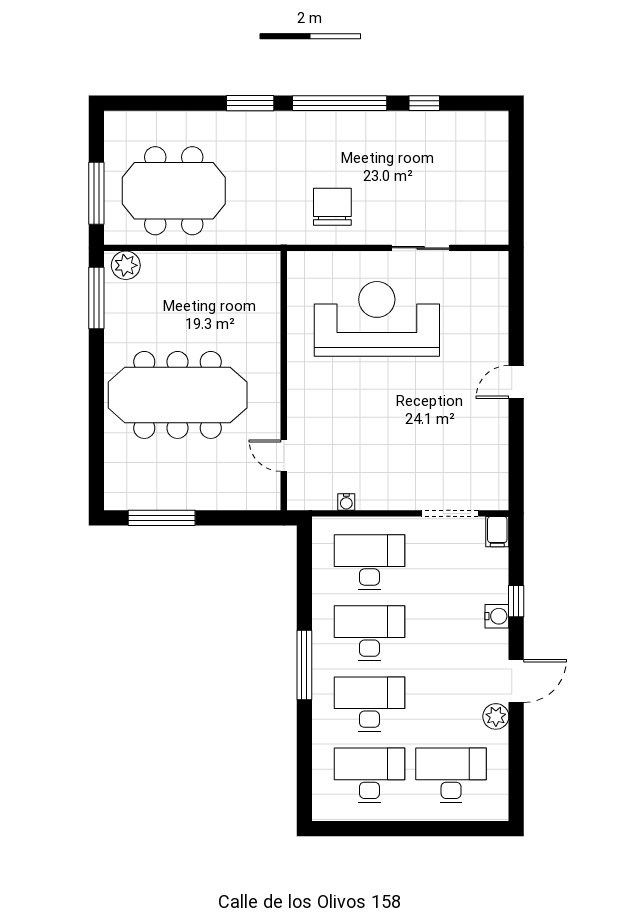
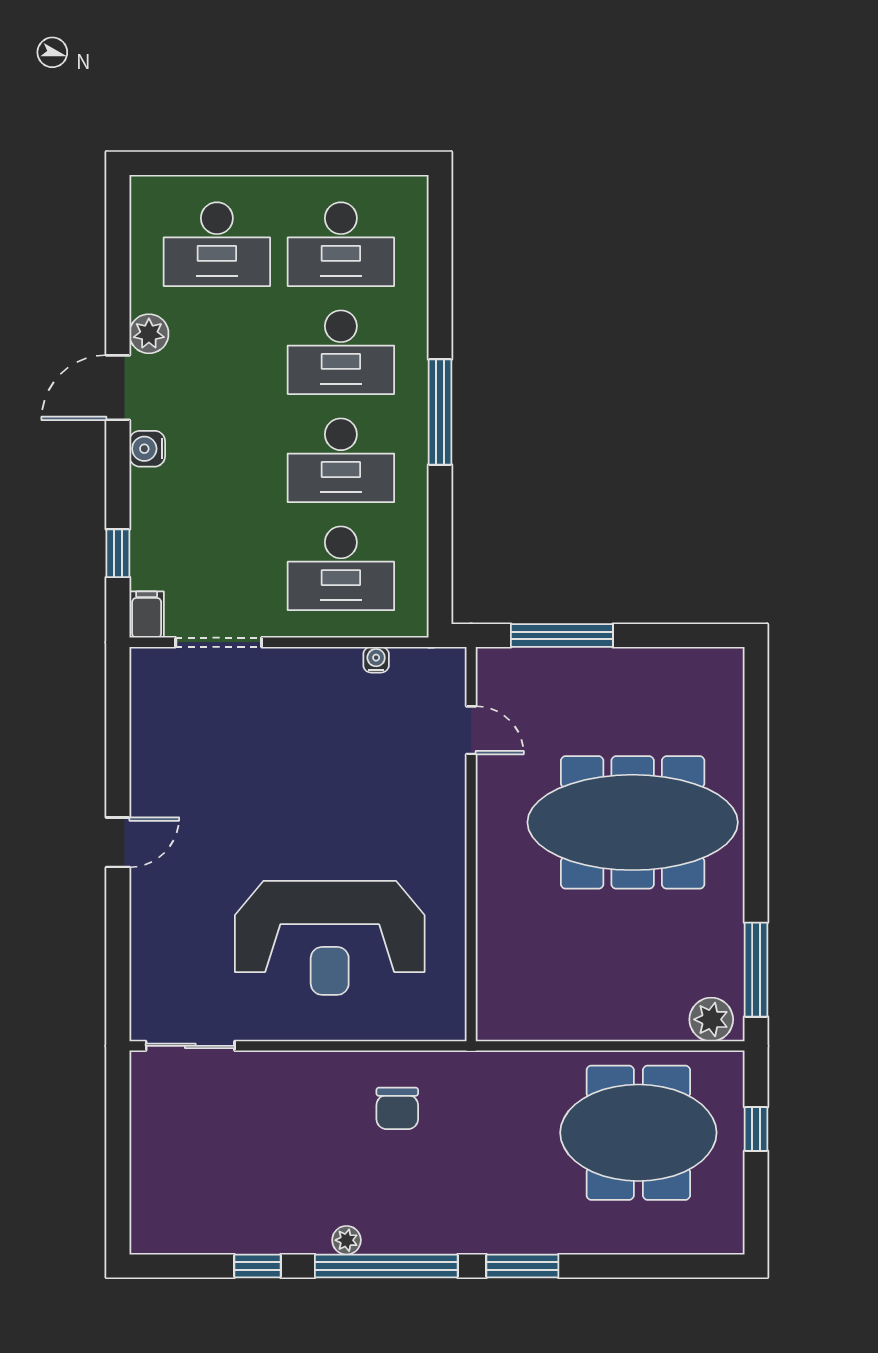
plant: (366, 120) -> (346, 1240), added
window: (96, 193) -> (756, 1129), width x0.46
chair: (332, 207) -> (397, 1108), width x0.73, depth x0.73
sliding door: (421, 248) -> (190, 1046), moved
window: (162, 518) -> (562, 635), moved
window: (516, 601) -> (118, 553), moved
water cooler: (497, 616) -> (147, 449), moved

